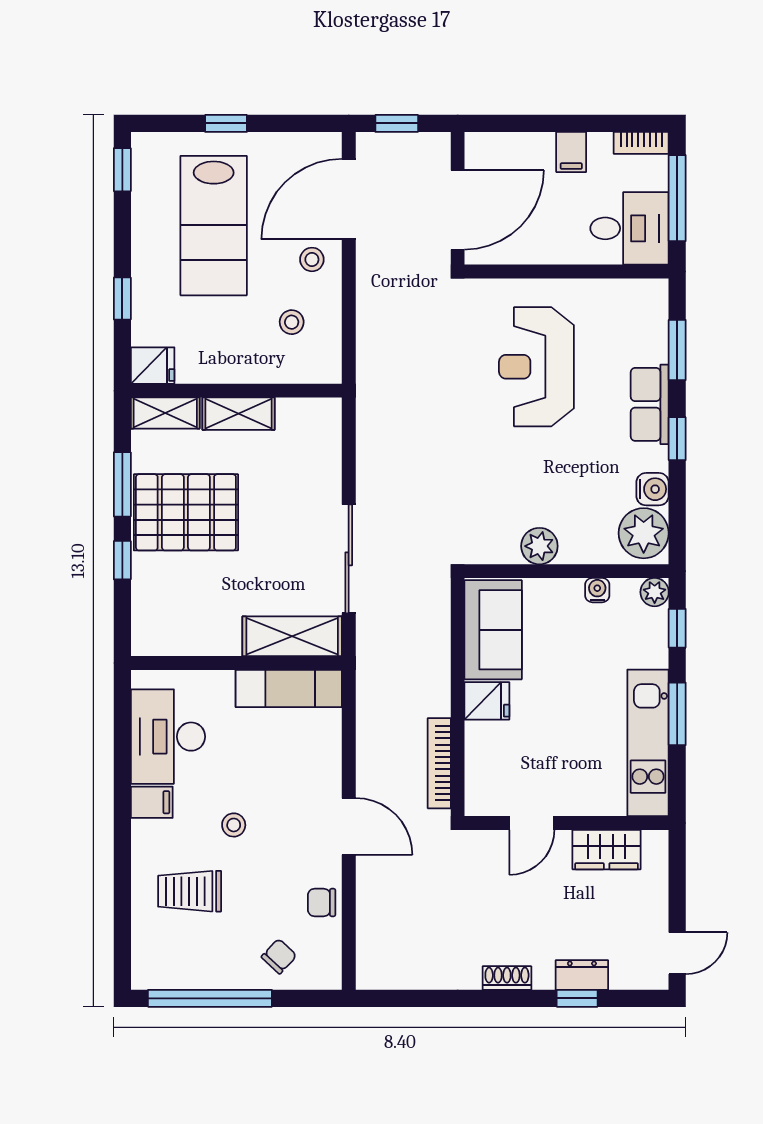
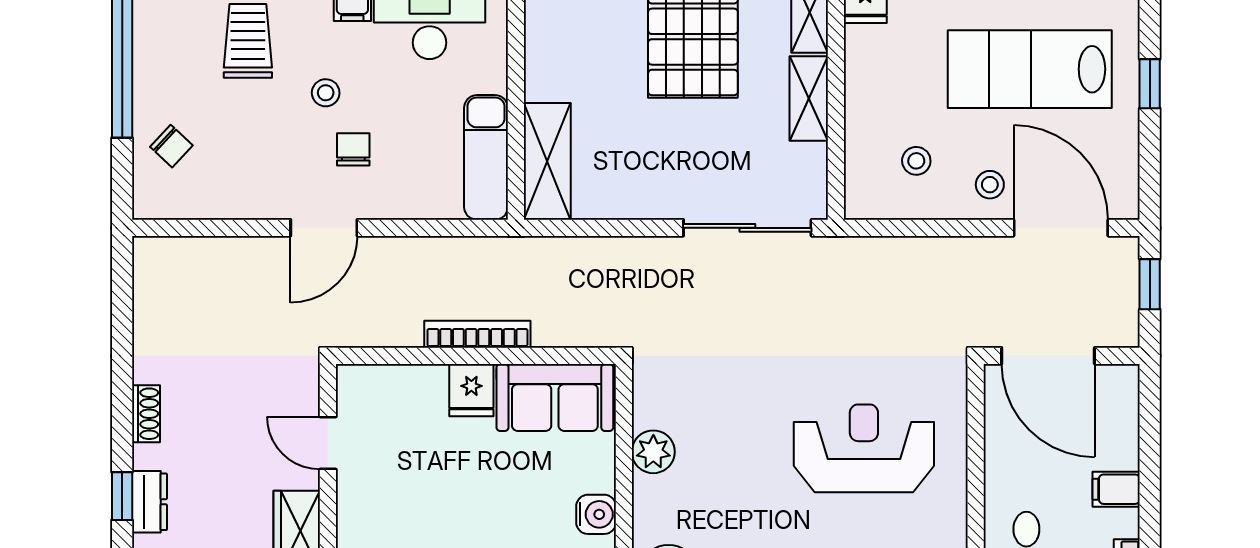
sliding door: (349, 559) -> (747, 228), moved
water cooler: (597, 590) -> (596, 514), width x1.38, depth x1.38
bookcase: (439, 763) -> (477, 334), moved
chair: (322, 902) -> (353, 149), moved

